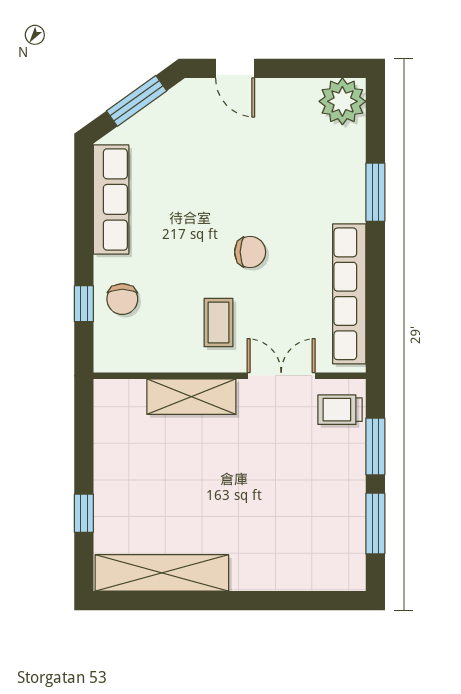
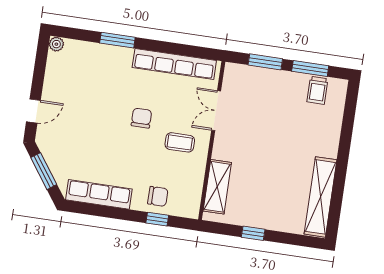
plant: (342, 101) -> (56, 44), width x0.53, depth x0.53
shelving: (191, 397) -> (217, 187), moved
trolley: (340, 410) -> (317, 90), moved
window: (84, 513) -> (253, 233), moved

